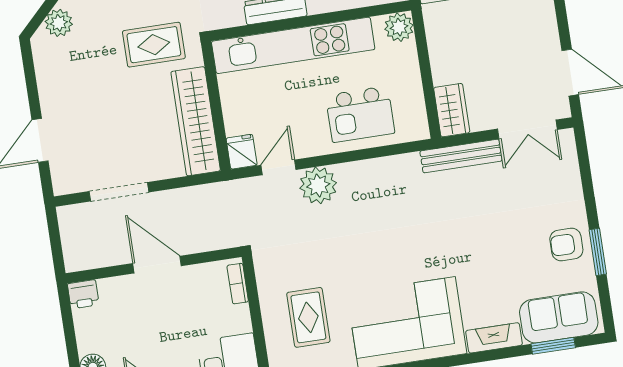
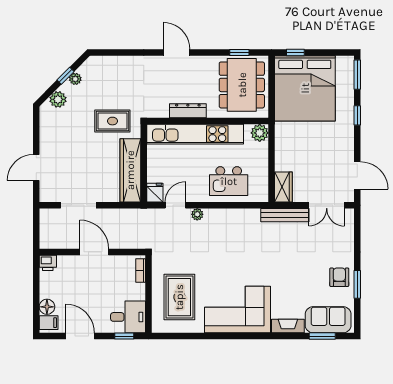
plant: (318, 185) -> (197, 214), width x0.53, depth x0.53
armchair: (566, 244) -> (339, 277), turned 90
rug: (308, 317) -> (179, 297), width x1.36, depth x1.43

